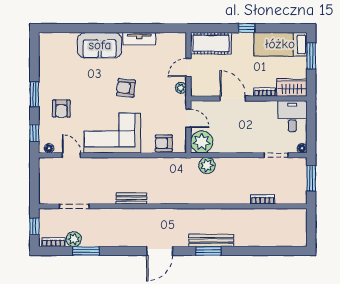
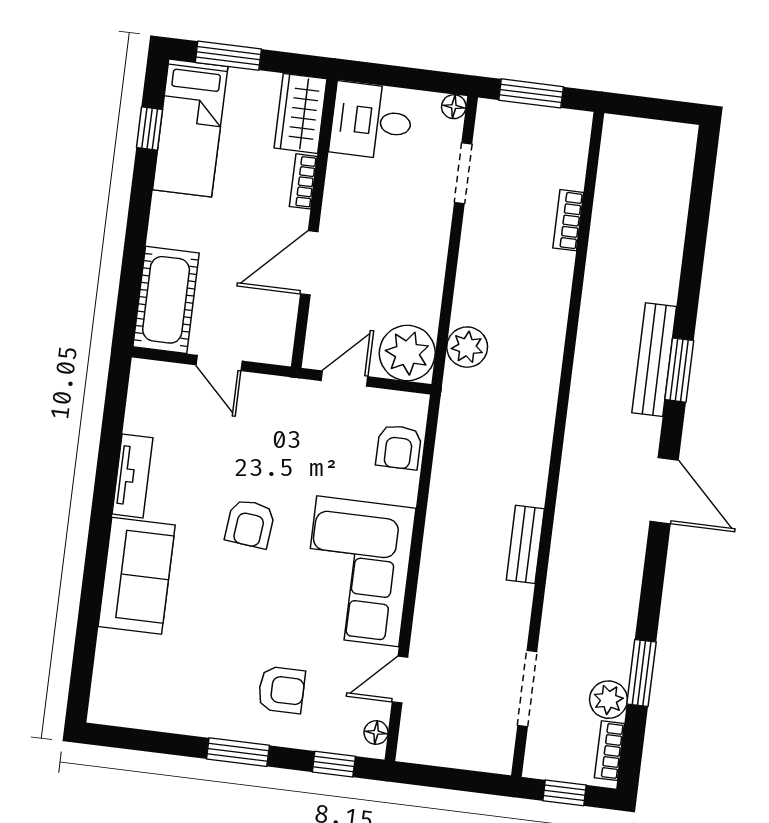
window: (247, 28) -> (149, 129), moved
plant: (181, 88) -> (267, 388), removed

